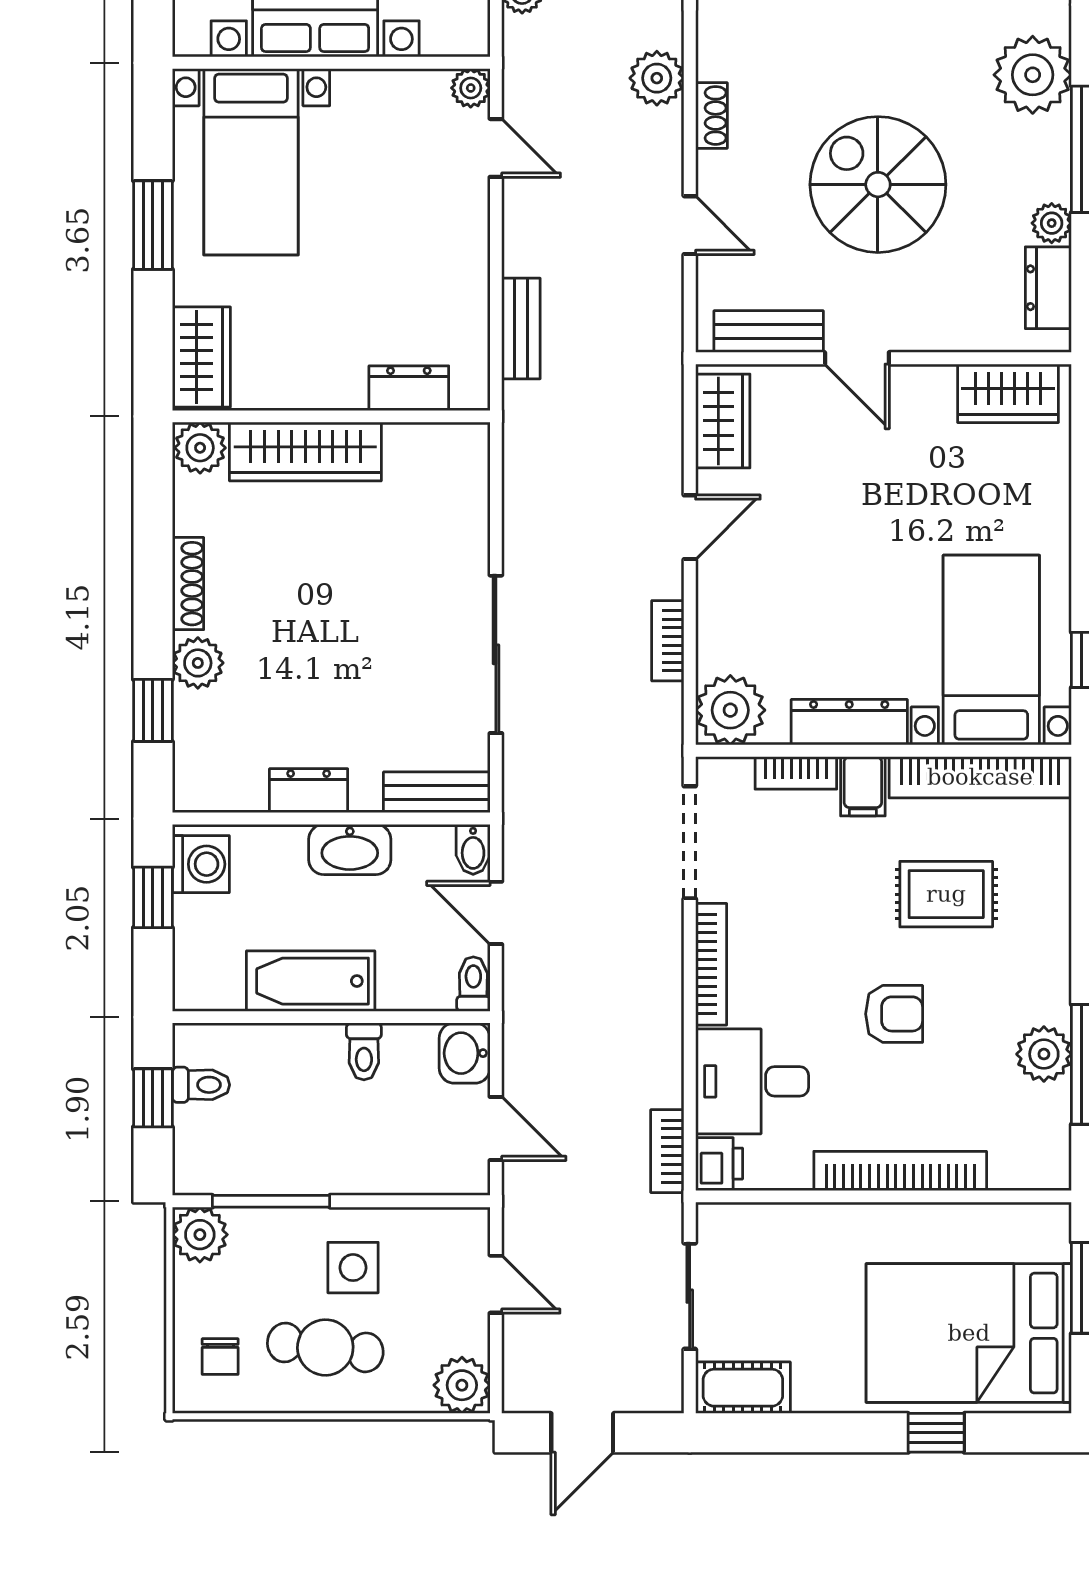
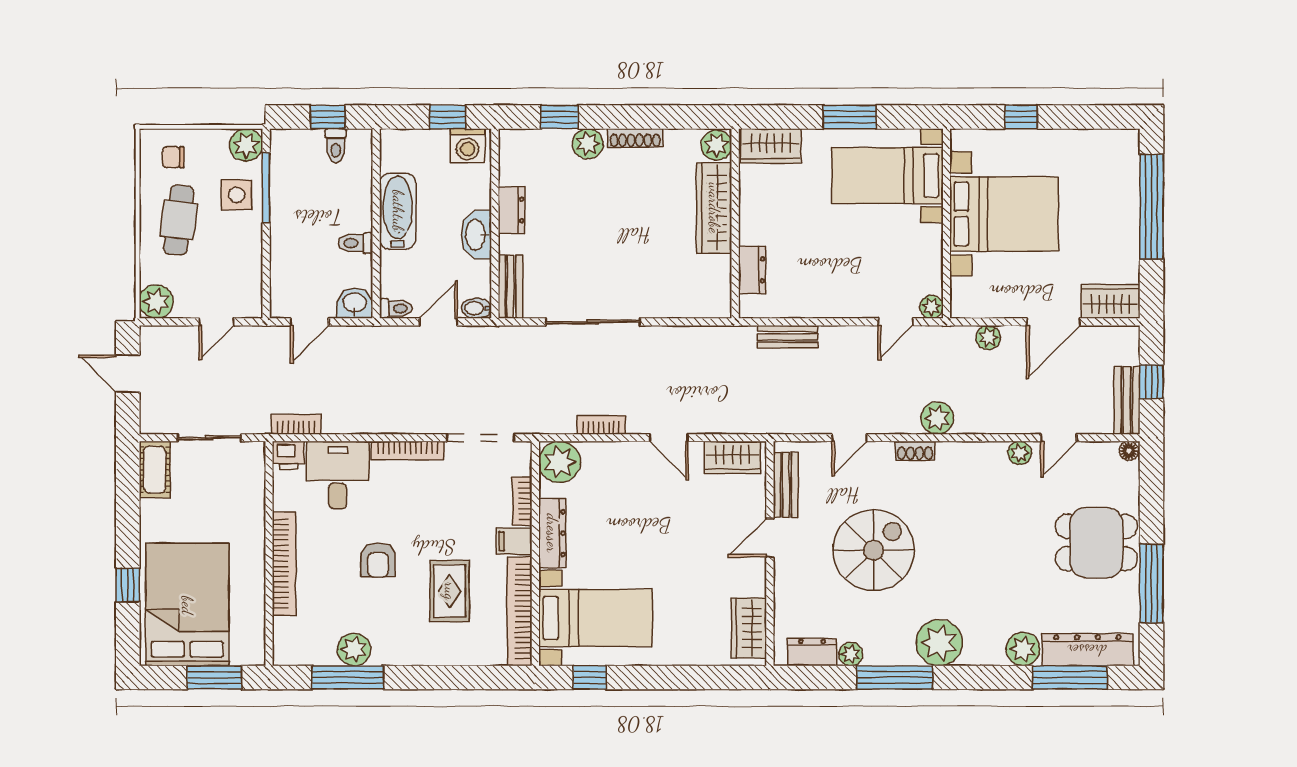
side table: (353, 1268) -> (237, 195), moved

